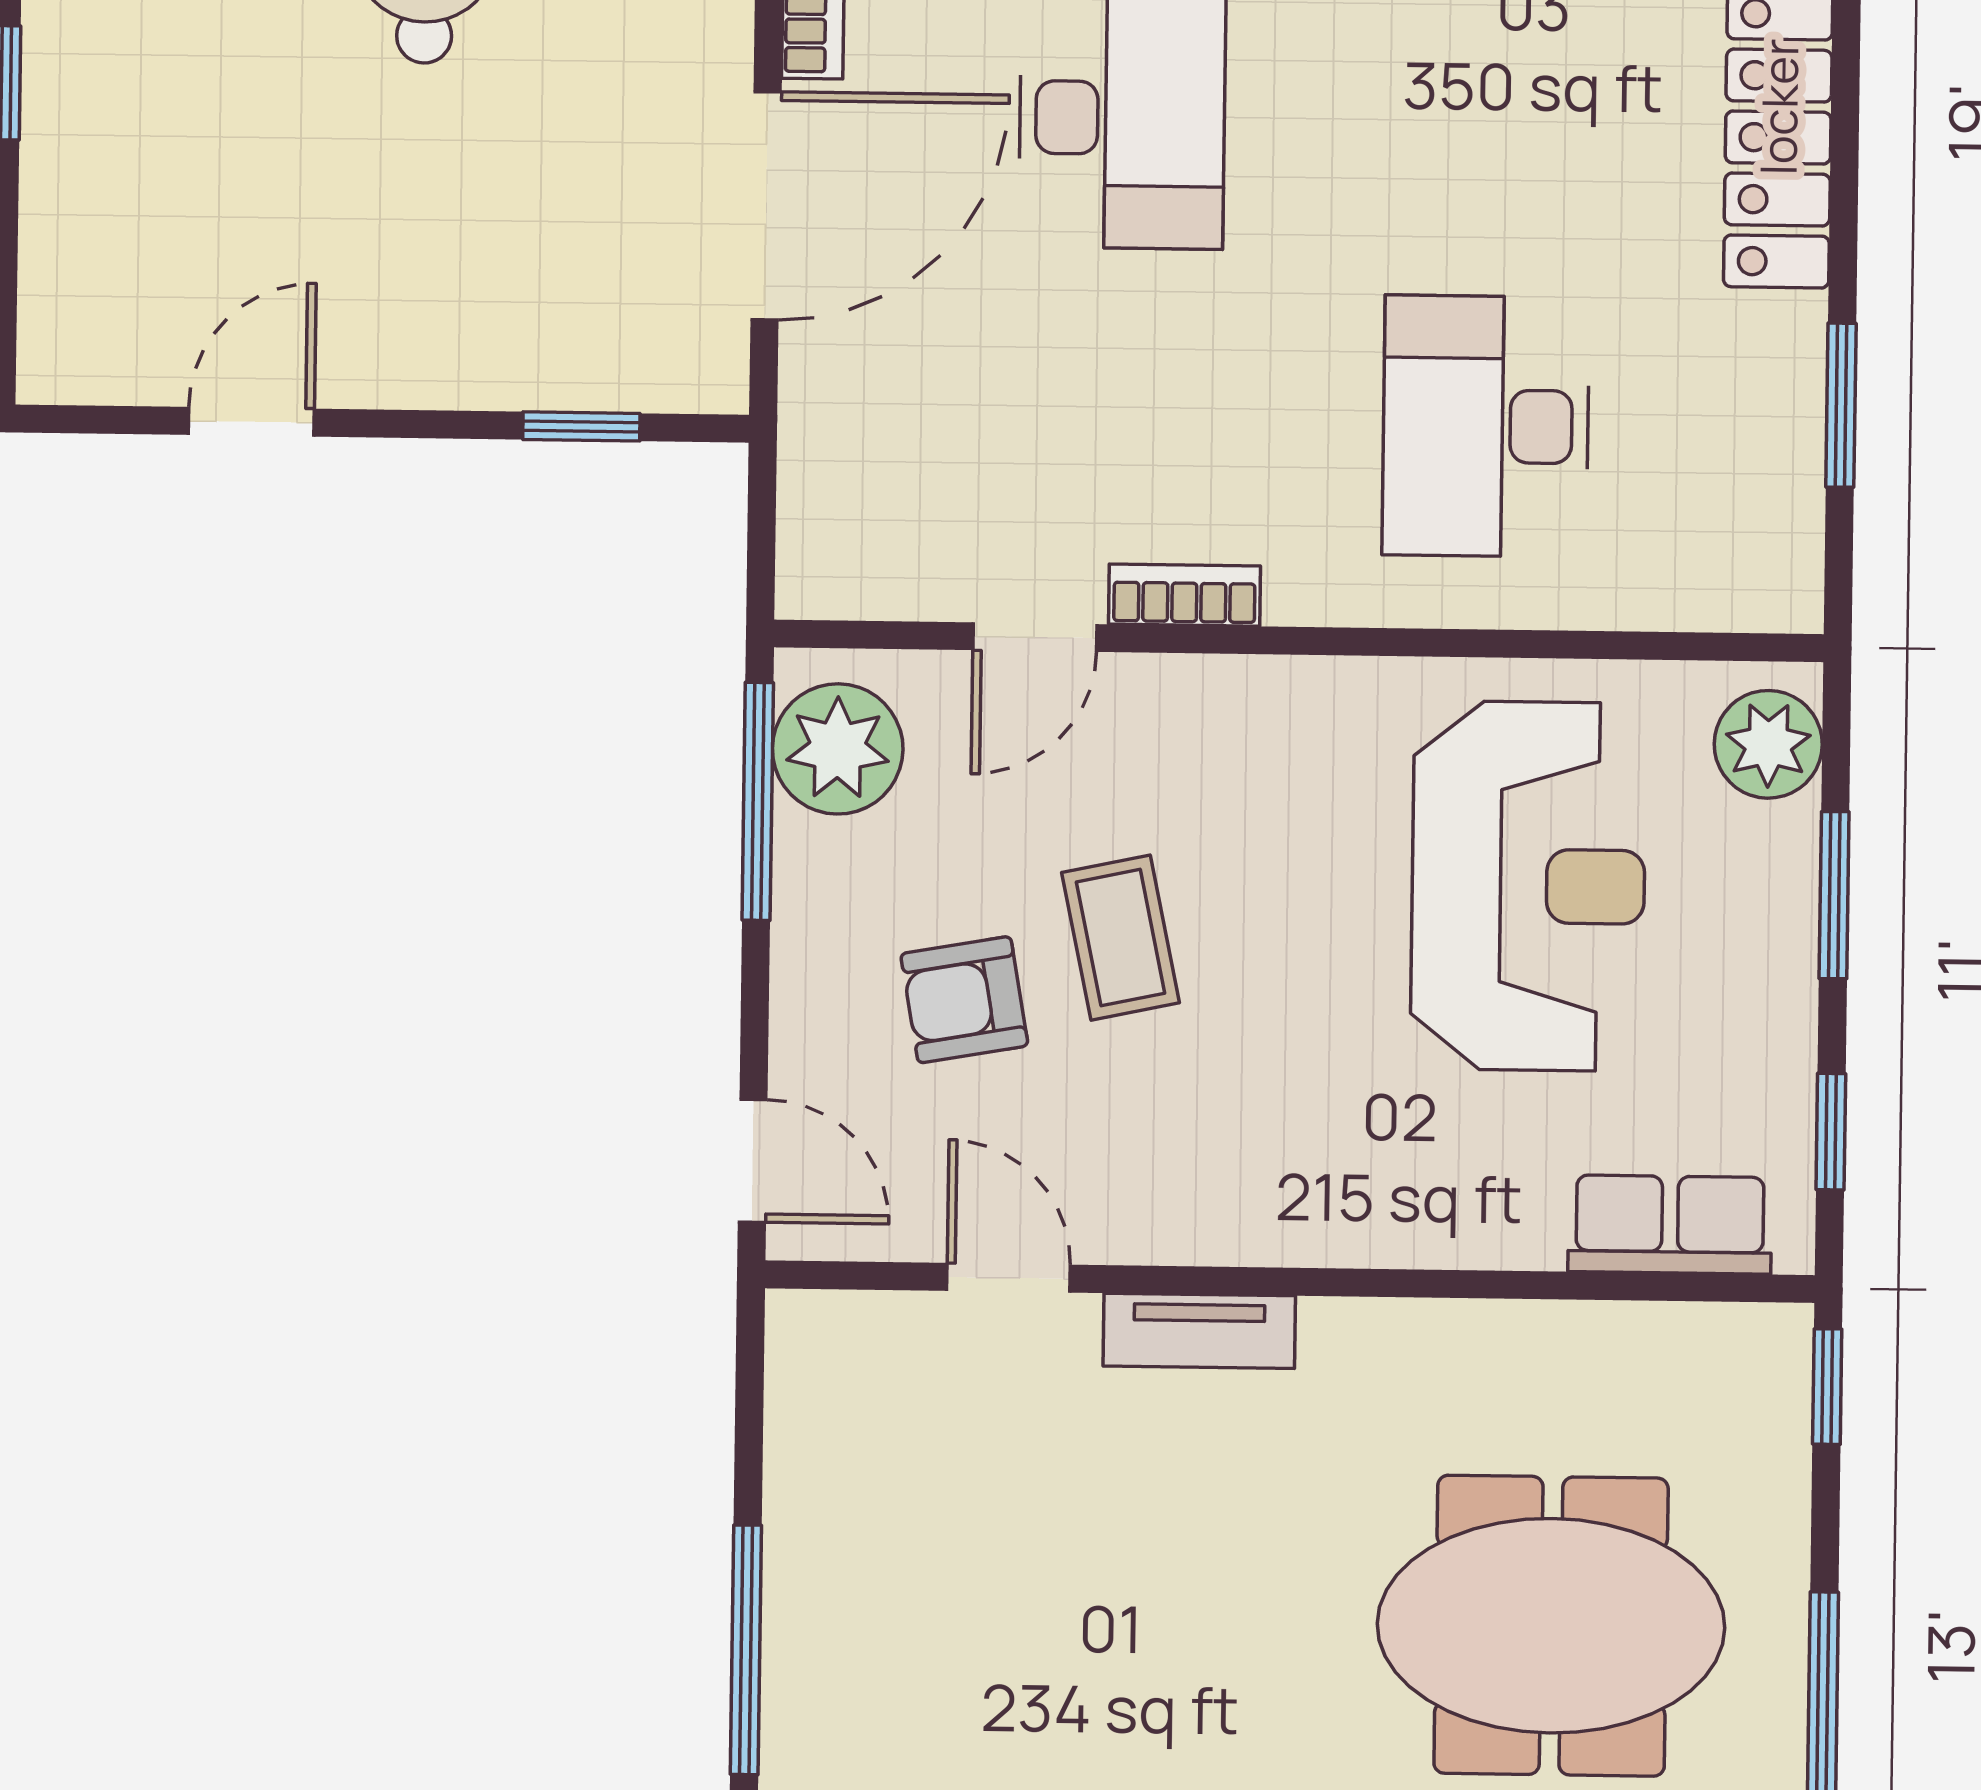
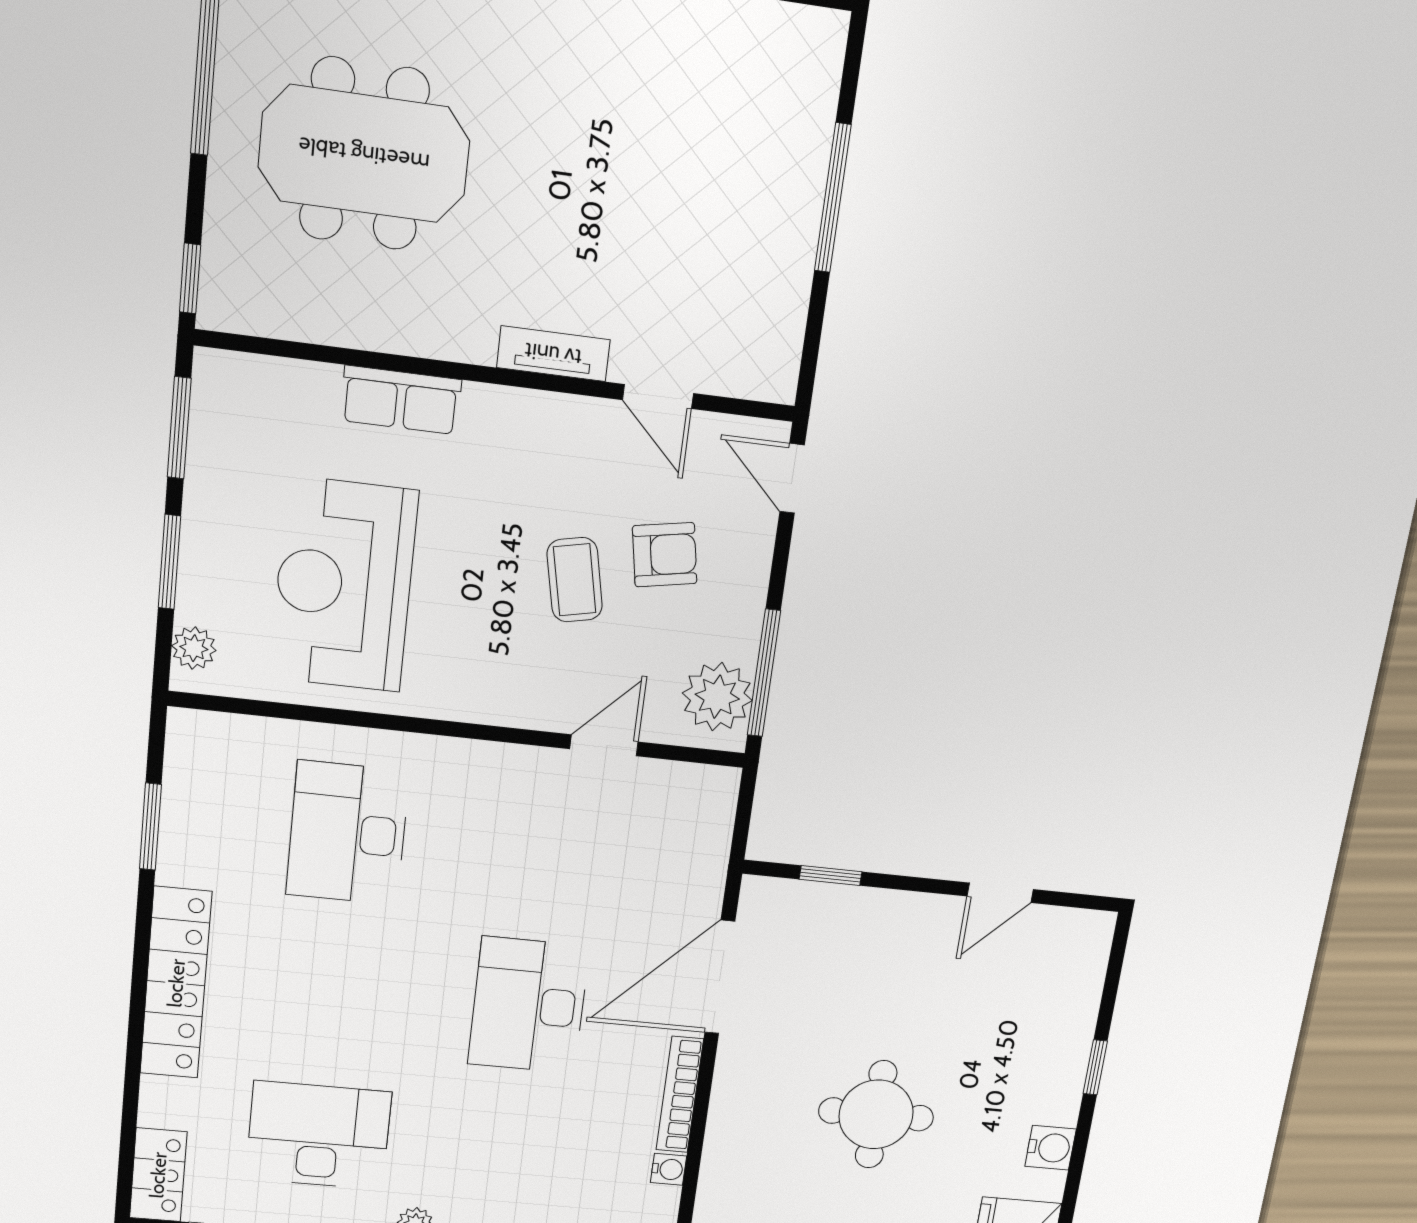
desk: (1486, 426) -> (348, 833), turned 180
bookcase: (1184, 595) -> (520, 760), removed
plant: (1768, 744) -> (194, 648), width x0.73, depth x0.73
window: (1831, 1132) -> (179, 428), width x1.50
row of seats: (1670, 1225) -> (401, 400), moved

